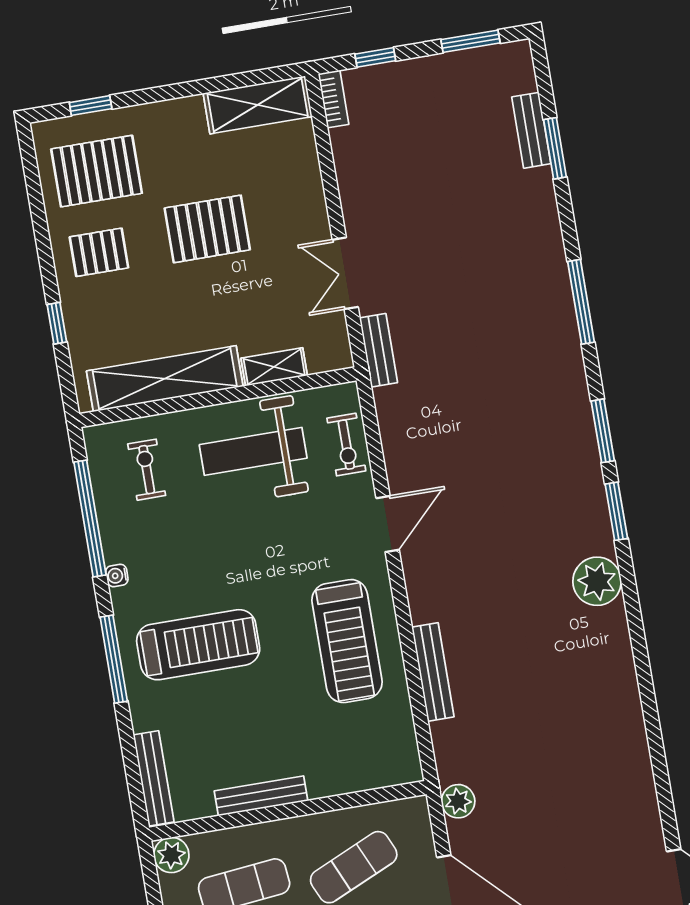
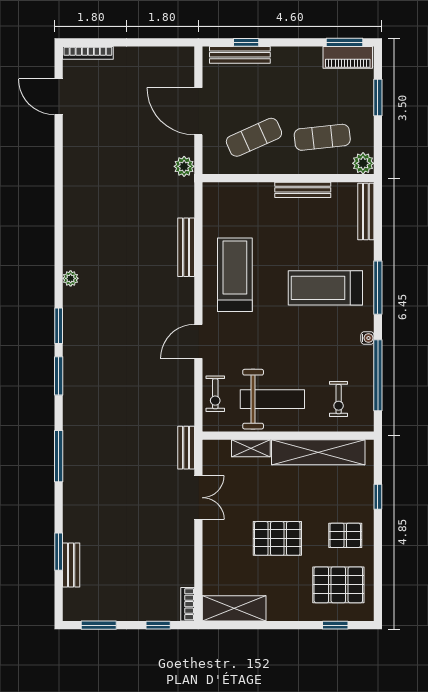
exercise bike: (346, 445) -> (215, 394), turned 180
plant: (597, 581) -> (71, 278), width x0.53, depth x0.53

